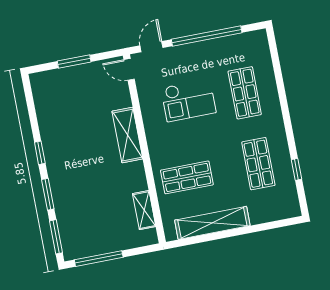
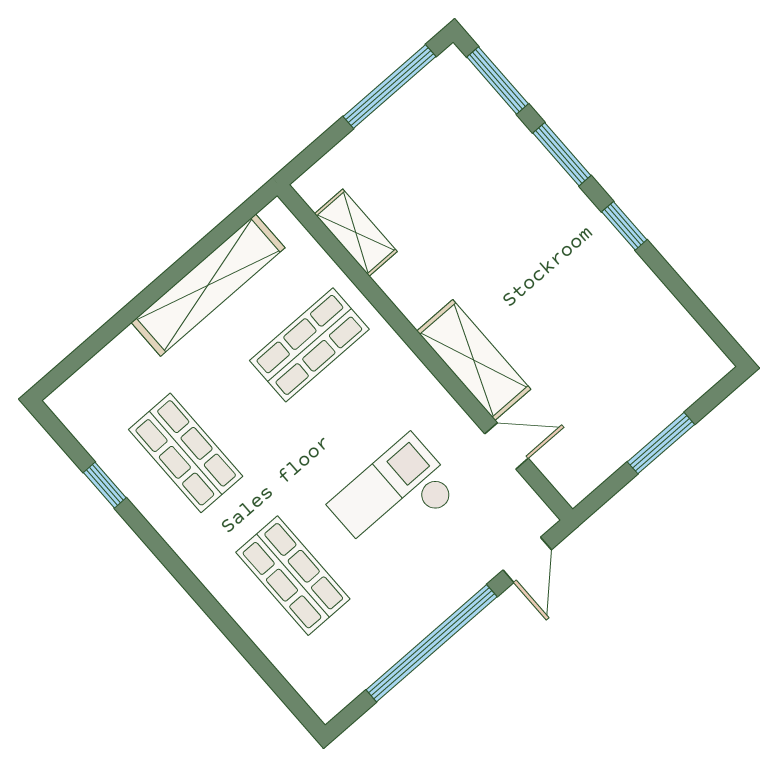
door: (129, 69) -> (507, 446), moved

